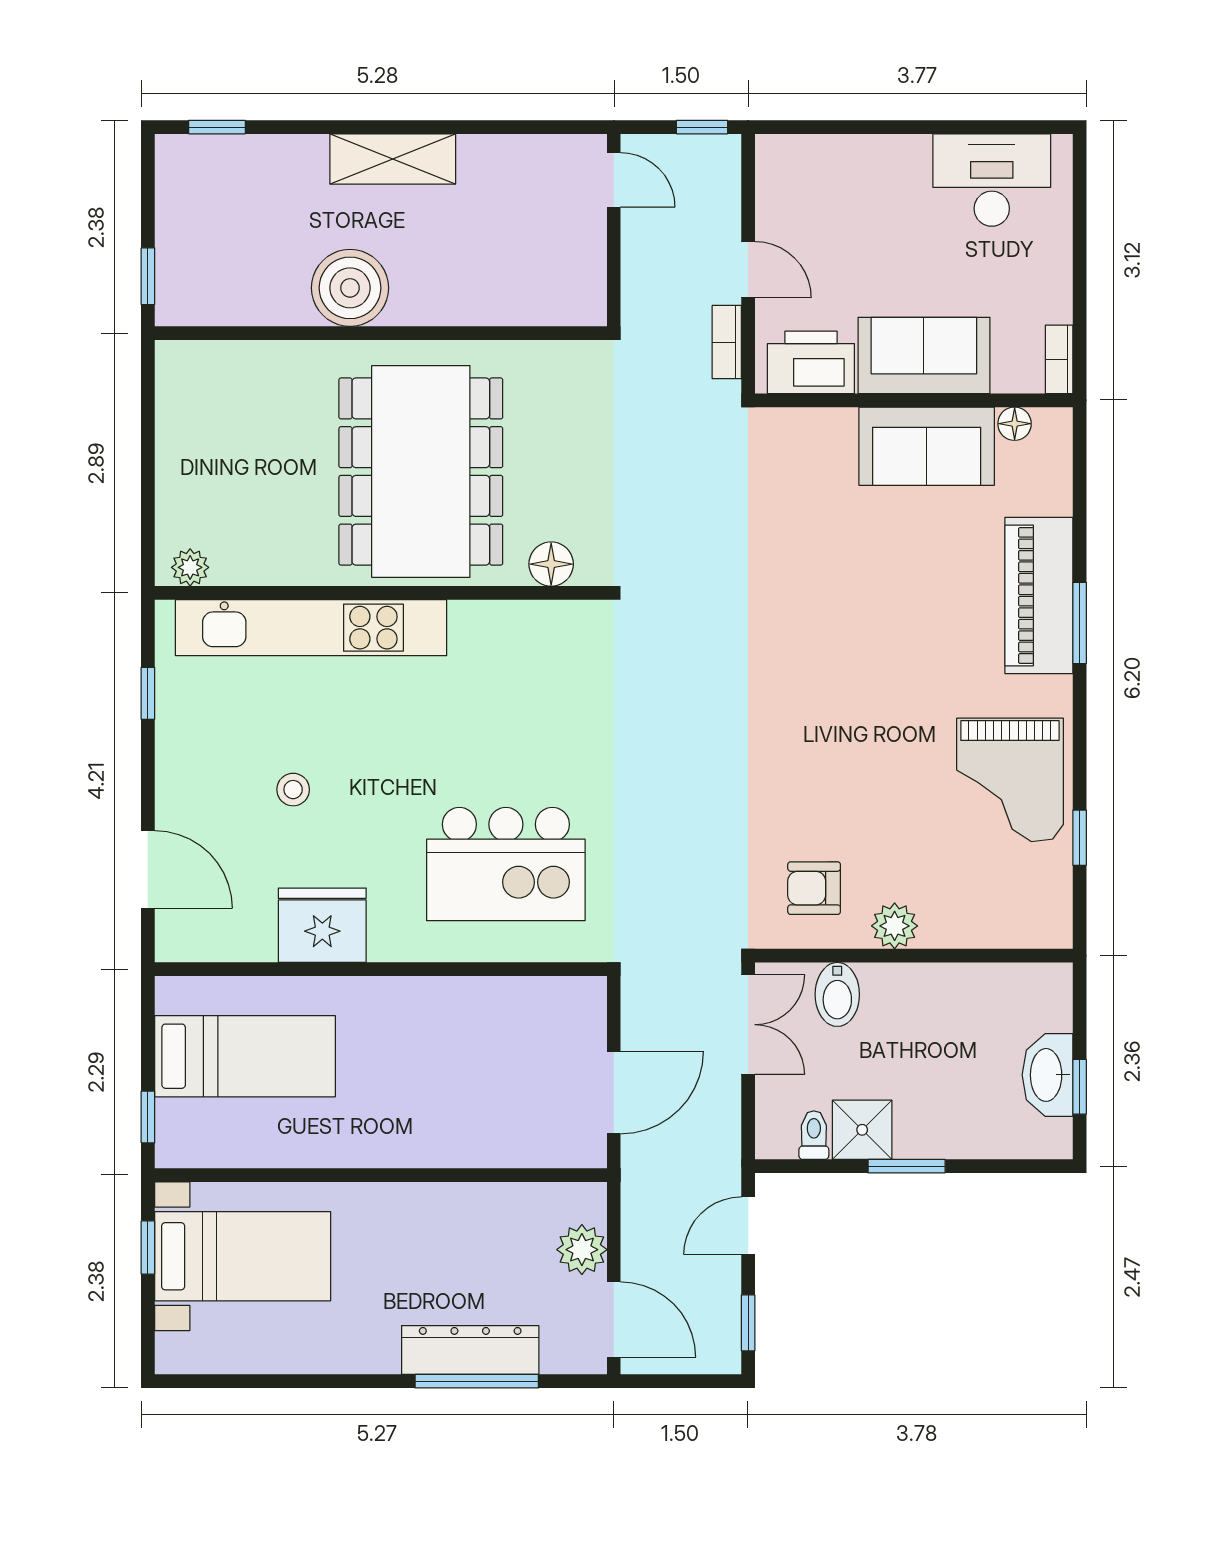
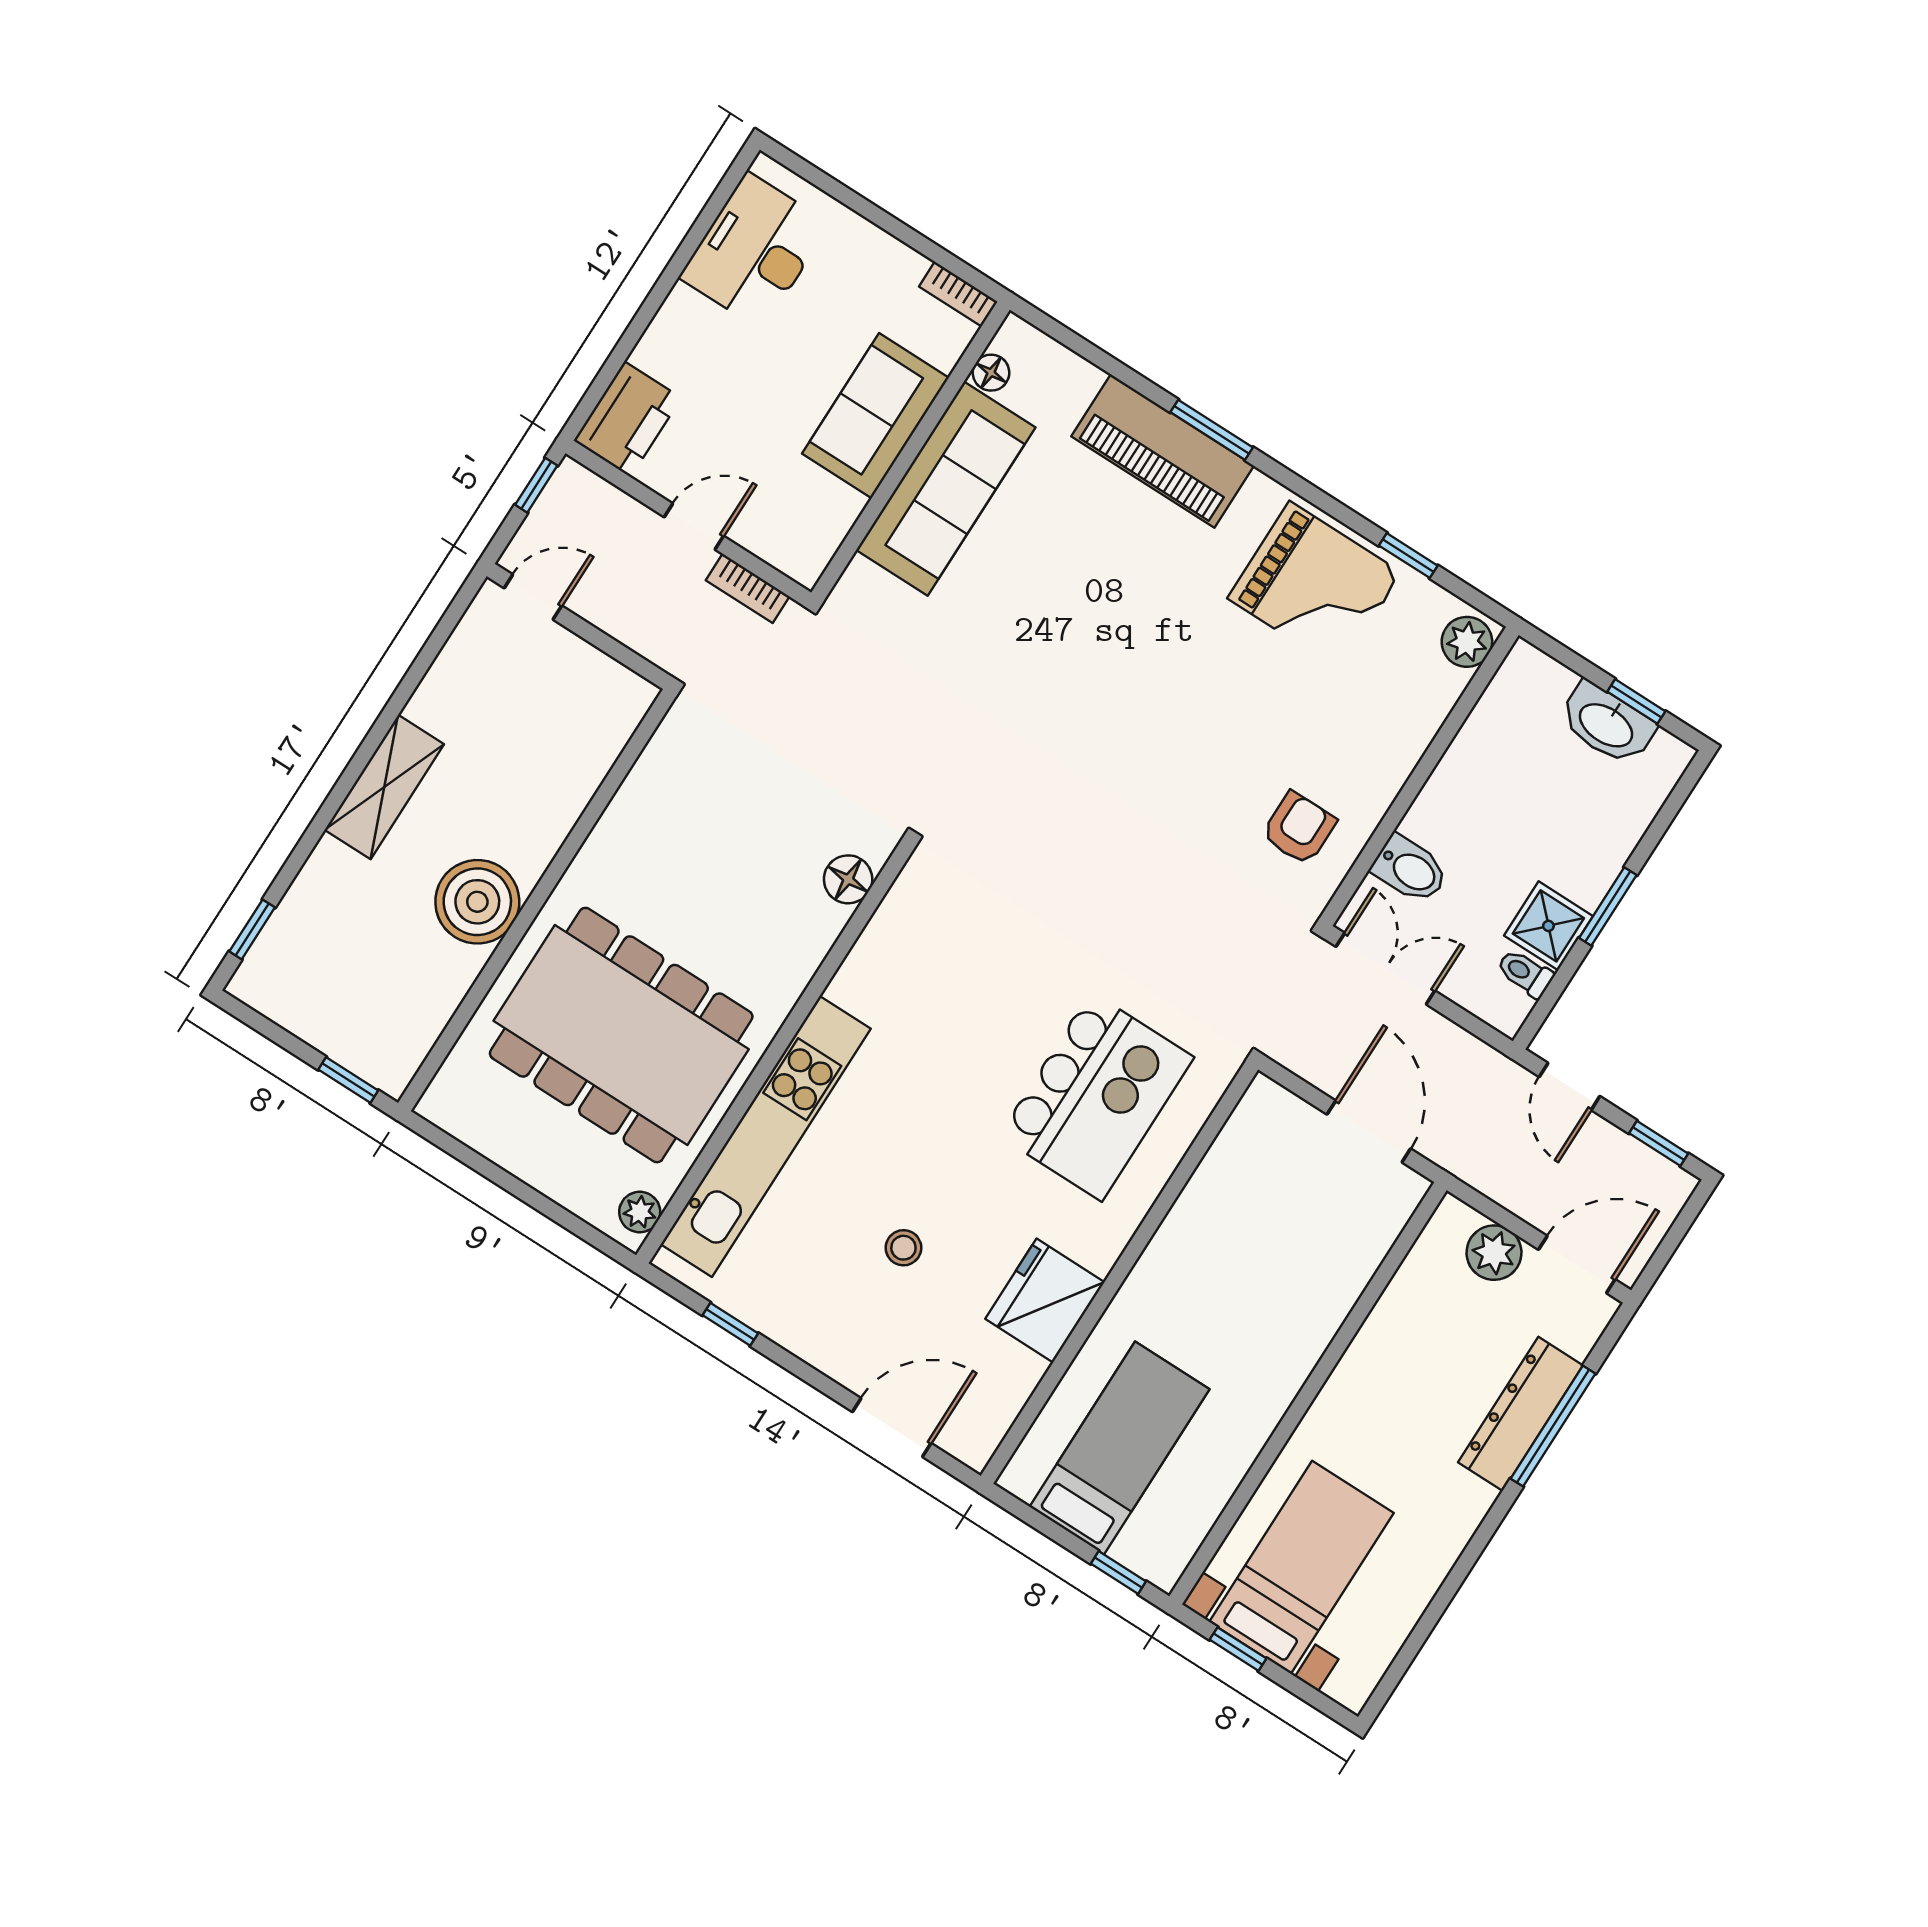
printer: (811, 362) -> (627, 419), moved, turned 180
sofa: (927, 446) -> (946, 489), width x1.36
dining table: (421, 472) -> (621, 1035), moved
armchair: (814, 888) -> (1299, 828), turned 180
plant: (895, 926) -> (1467, 642), moved

